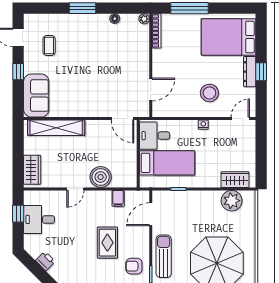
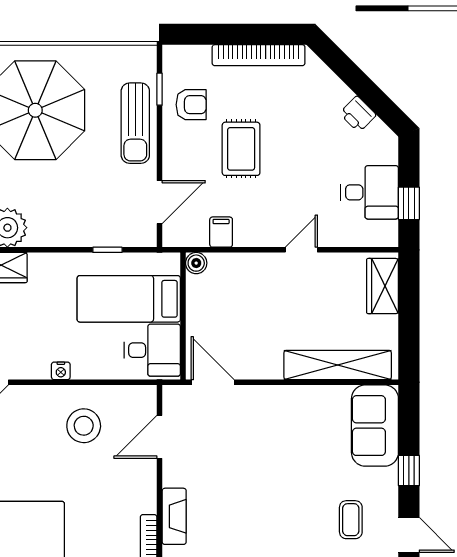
fireplace: (143, 47) -> (174, 516), added
stool: (209, 93) -> (84, 426), moved
boiler: (101, 177) -> (196, 263), moved, width x0.54, depth x0.54

